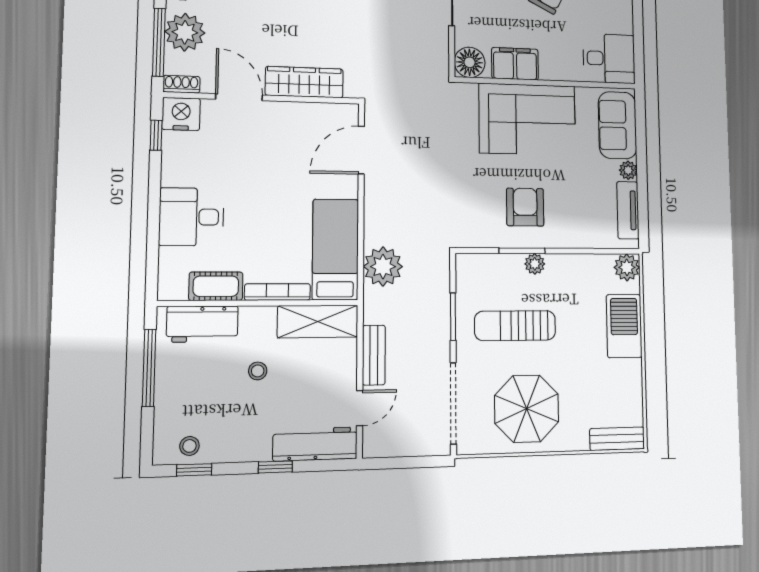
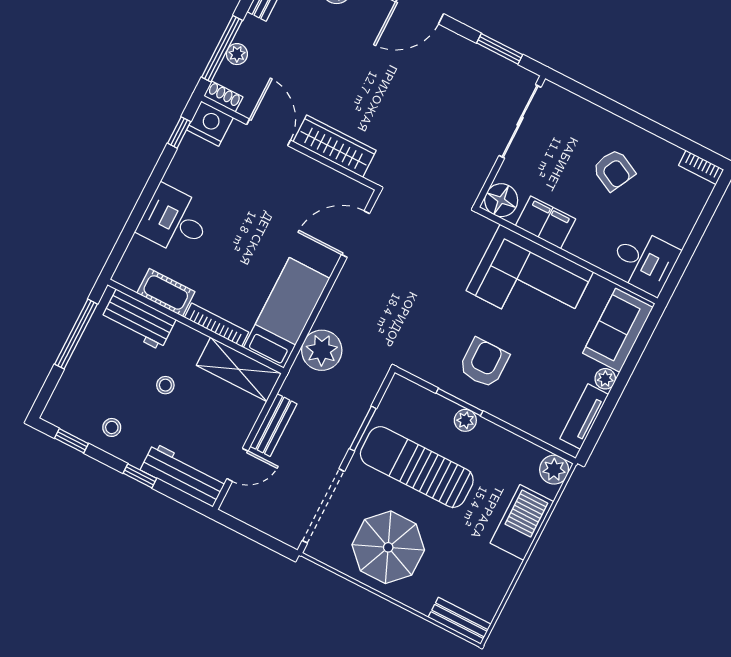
plant: (185, 32) -> (237, 54), width x0.53, depth x0.53
sun lounger: (515, 326) -> (417, 467), width x1.36, depth x1.34
stool: (189, 446) -> (112, 427), moved

